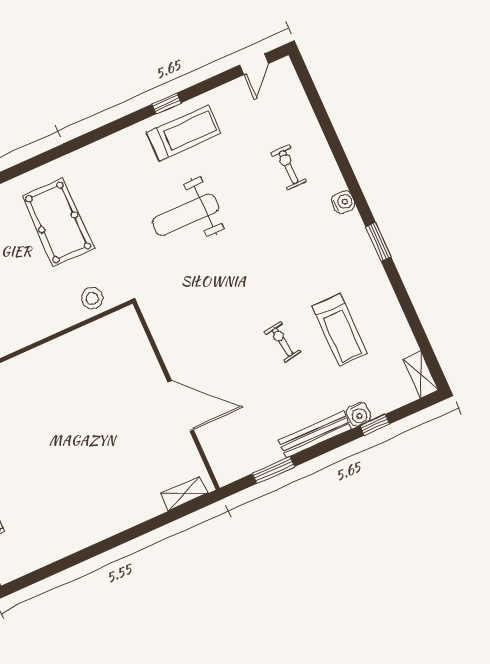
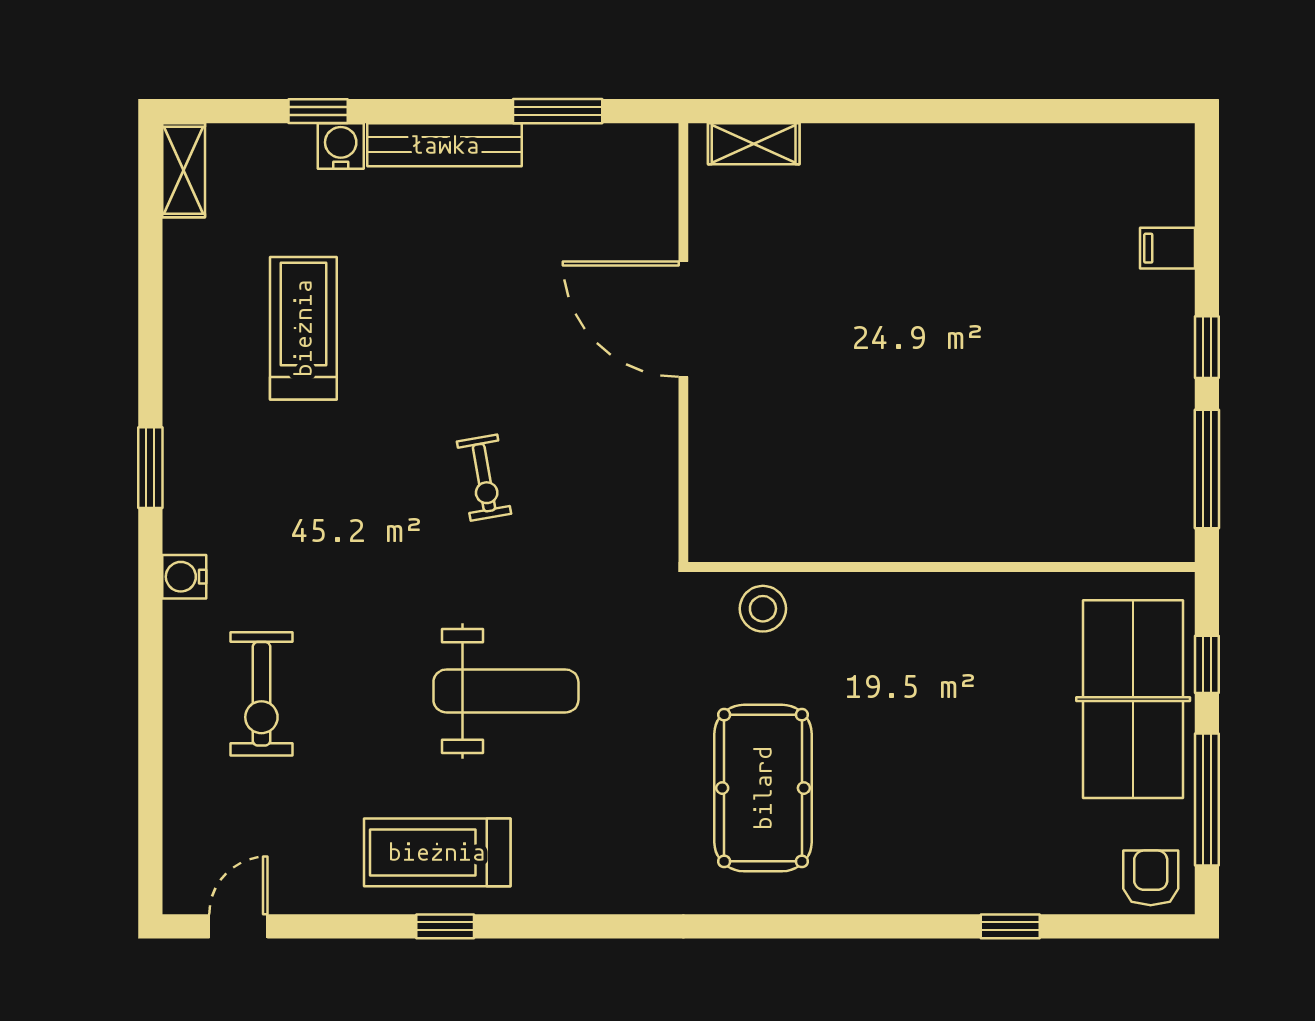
exercise bike: (289, 167) -> (261, 694), width x1.38, depth x1.39
exercise bike: (282, 342) -> (484, 478), moved

